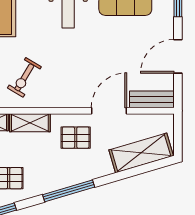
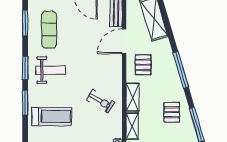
door: (109, 111) -> (124, 41), hinge flipped

